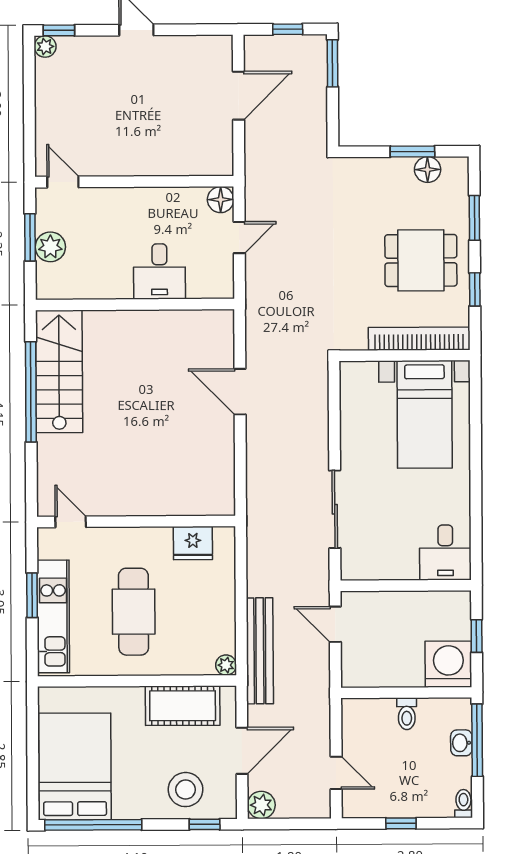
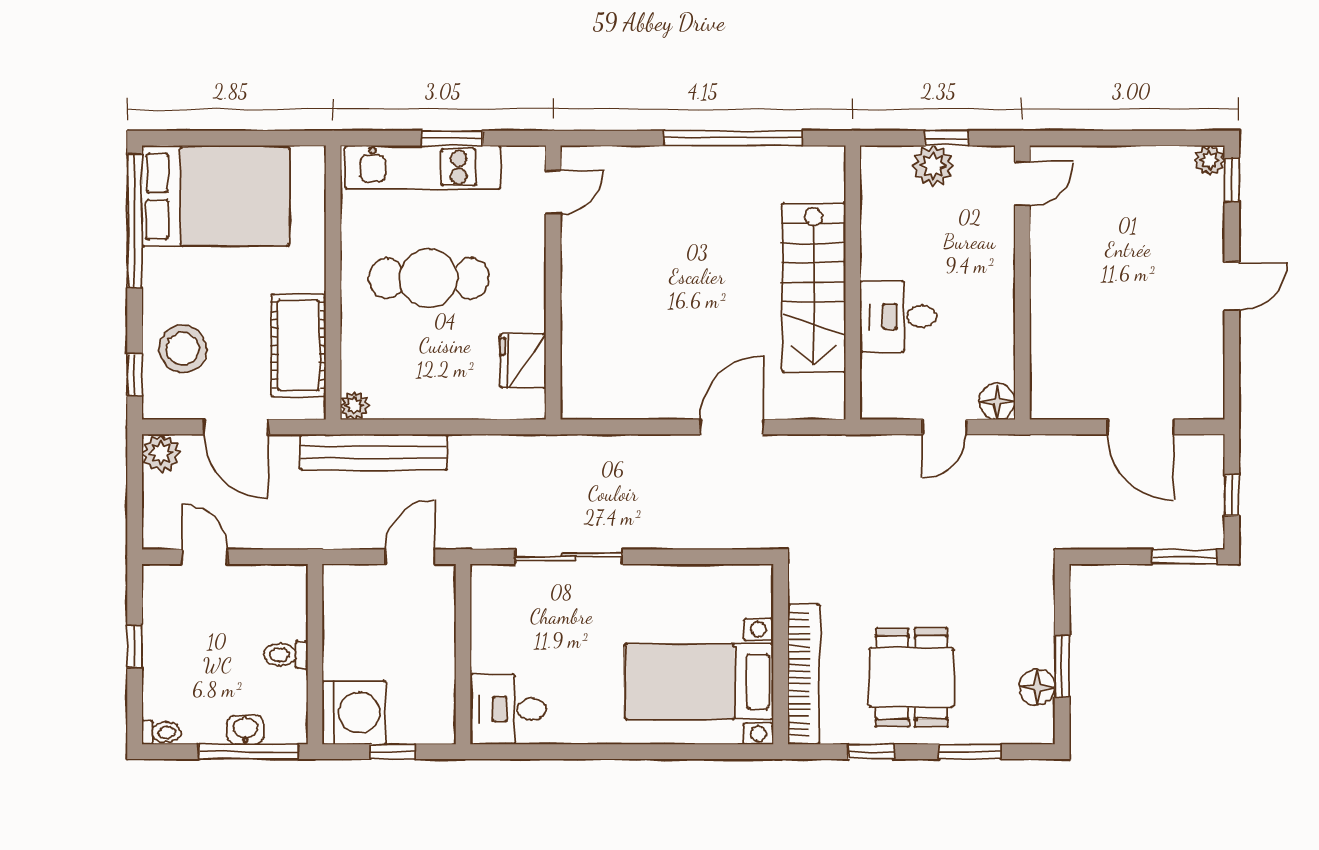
window: (30, 237) -> (946, 138), width x0.67
door: (239, 238) -> (944, 427), hinge flipped
stairs: (59, 371) -> (814, 288), moved, turned 90
door: (336, 773) -> (205, 557), swing flipped

